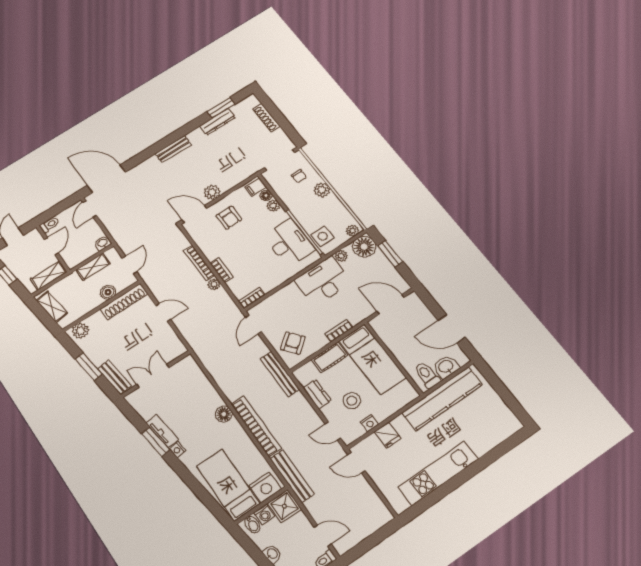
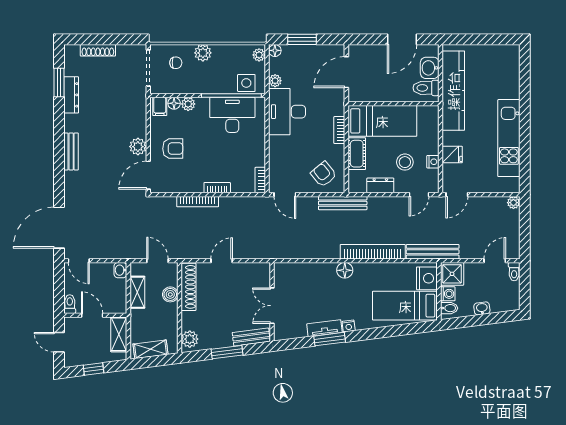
floor lamp: (364, 247) -> (275, 50), width x0.53, depth x0.53
plant: (214, 284) -> (513, 203), moved

